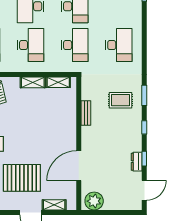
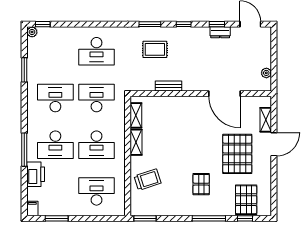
desk: (31, 45) -> (97, 145), turned 180
desk: (119, 45) -> (97, 51), turned 180
rug: (121, 100) -> (155, 49), turned 90
plant: (94, 201) -> (266, 73), width x0.53, depth x0.53

